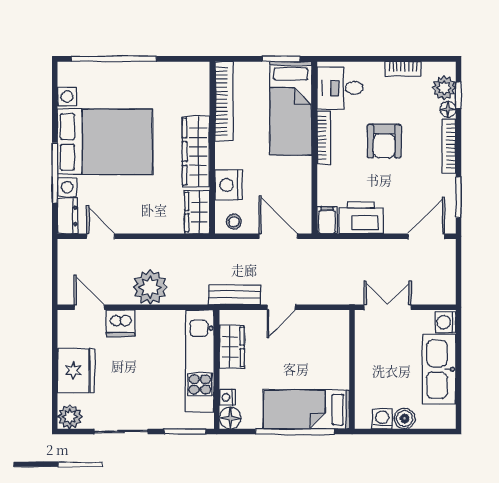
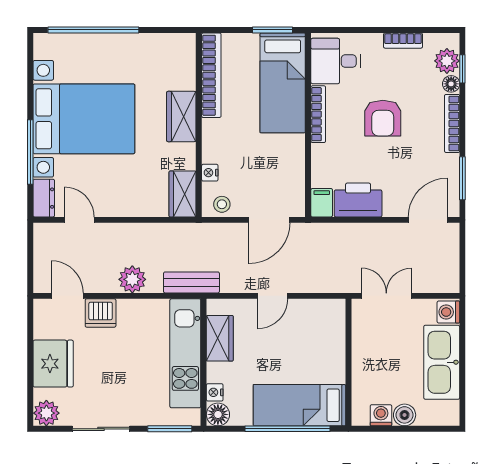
wardrobe: (196, 152) -> (181, 117), width x0.67
nightstand: (229, 185) -> (210, 173), width x0.53, depth x0.56
door: (278, 236) -> (269, 220), swing flipped
plant: (150, 287) -> (132, 279), width x0.73, depth x0.73
bench: (235, 295) -> (191, 282), moved

